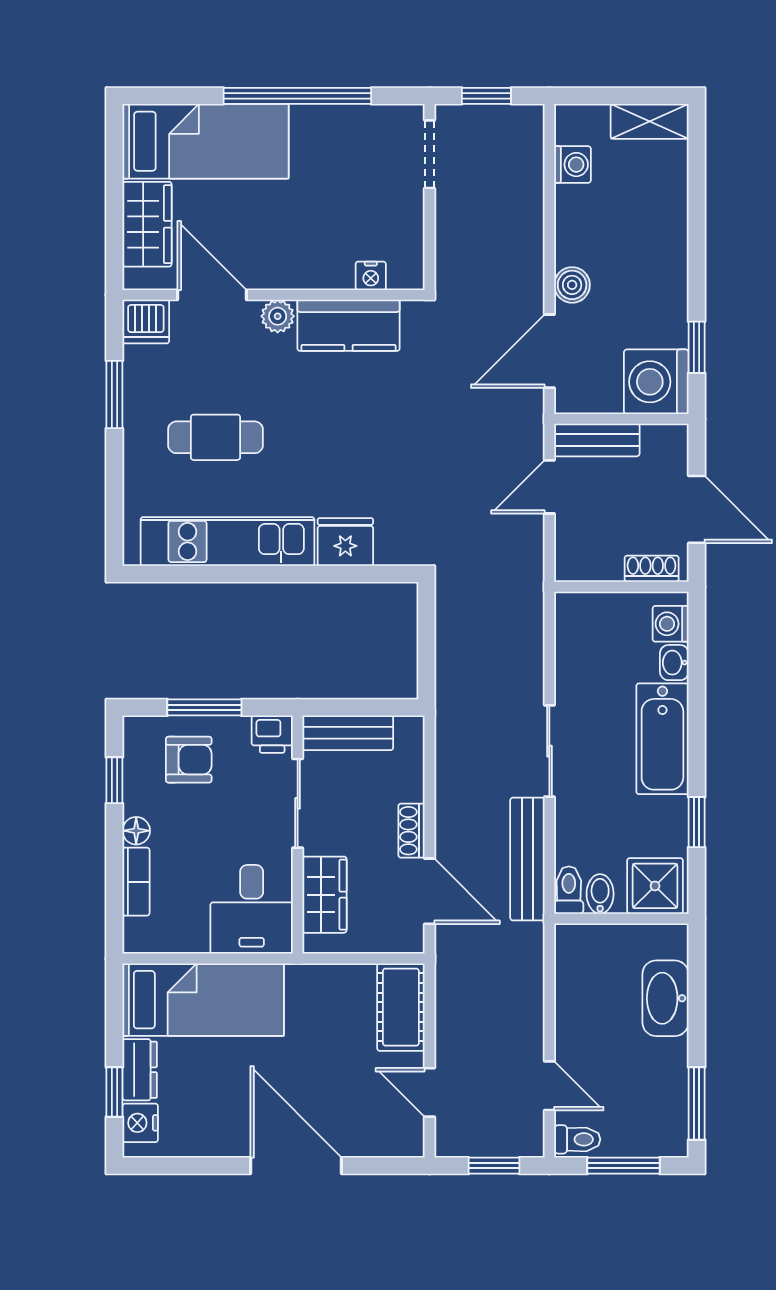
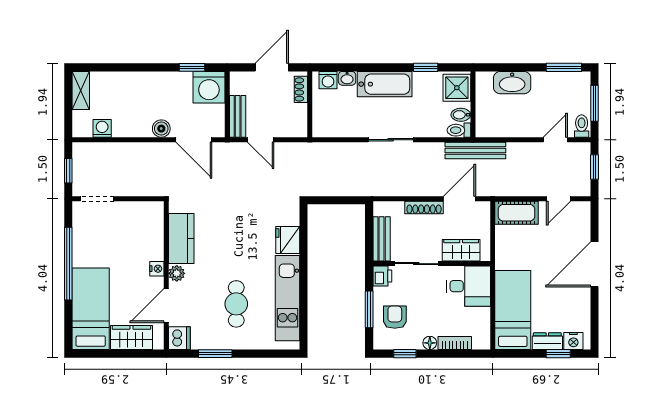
nightstand: (371, 276) -> (157, 269), moved
shoe rack: (412, 831) -> (424, 207), width x1.43
bench: (527, 859) -> (475, 151), moved

